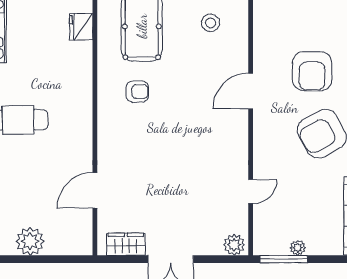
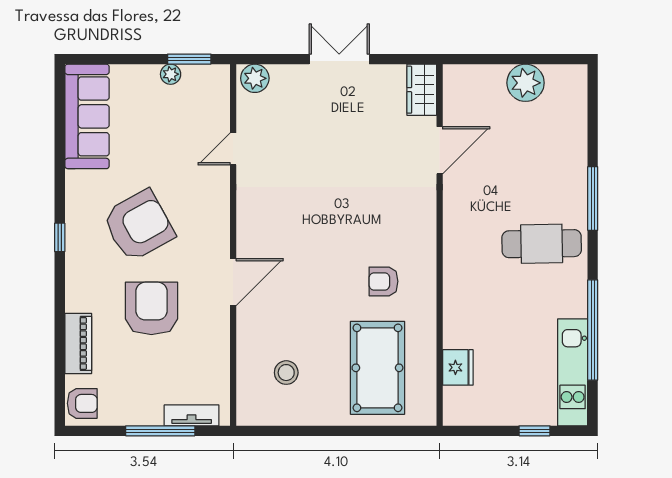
wardrobe: (126, 244) -> (422, 90), moved, turned 90
window: (284, 259) -> (189, 59), width x0.69

